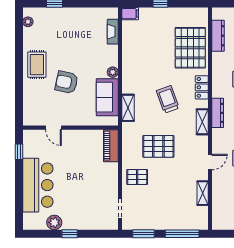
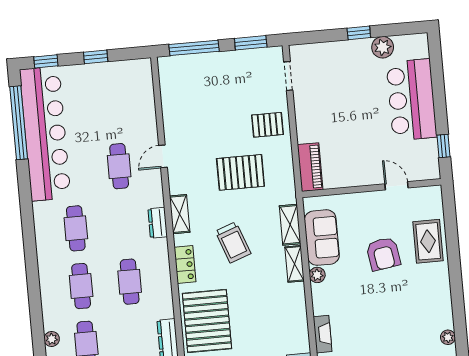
rug: (37, 65) -> (428, 241), moved
armchair: (67, 82) -> (383, 254), turned 69
dresser: (218, 113) -> (158, 223), width x0.70
shelving: (203, 193) -> (295, 264), moved

